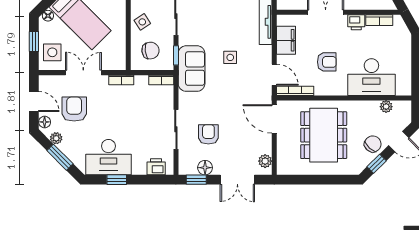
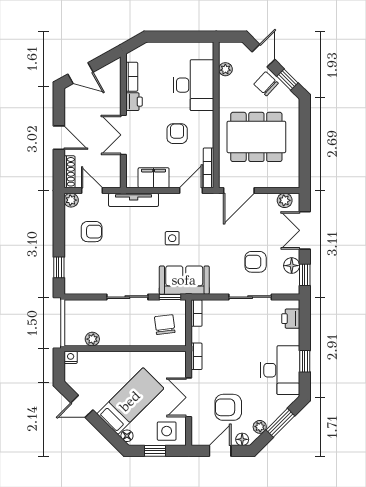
side table: (142, 22) -> (134, 333), removed
double door: (237, 180) -> (305, 230), swing flipped

